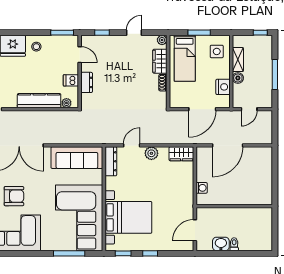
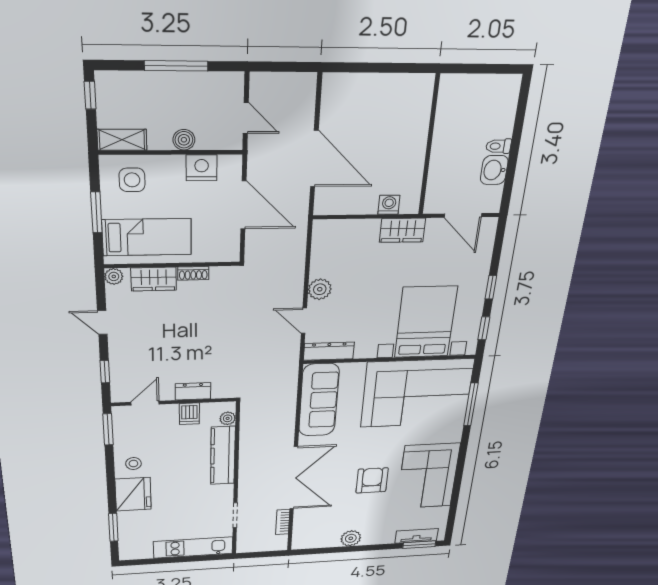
shelving: (238, 59) -> (122, 140), moved
wardrobe: (181, 154) -> (402, 230), moved, turned 90

